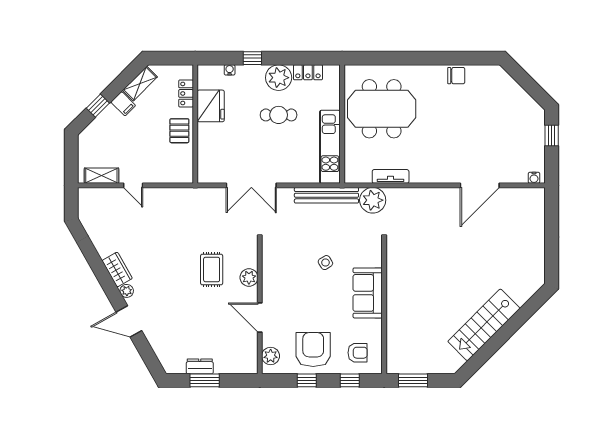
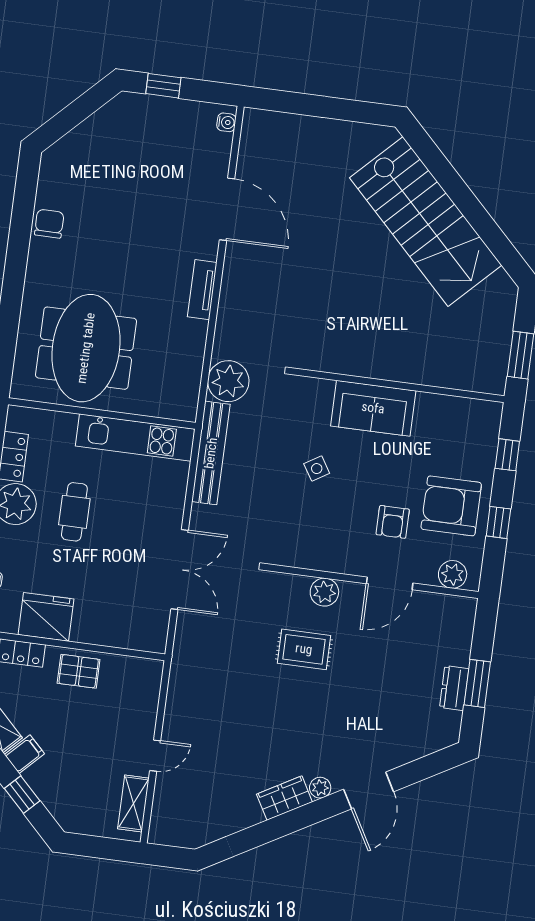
tv unit: (391, 176) -> (202, 290), moved
stairs: (484, 325) -> (426, 221), width x1.36, depth x1.51
armchair: (358, 353) -> (393, 522), moved, turned 180

